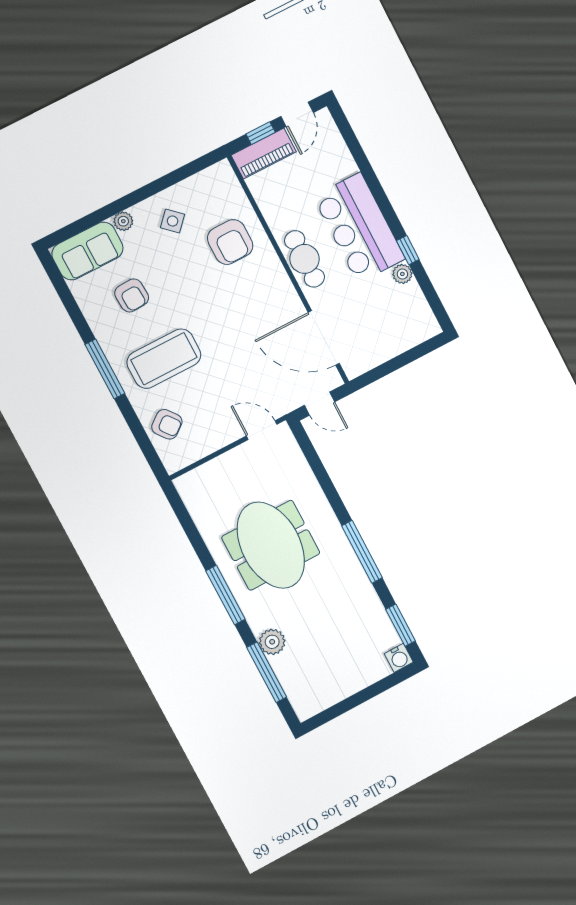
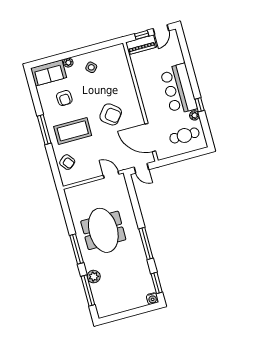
armchair: (230, 242) -> (111, 114), moved, turned -52
cafe table: (305, 259) -> (184, 135), moved, turned 90

